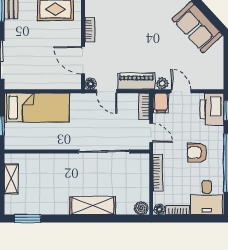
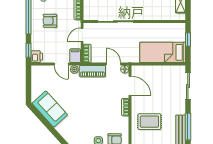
printer: (212, 109) -> (37, 57), width x0.53, depth x0.68
door: (151, 133) -> (82, 35), hinge flipped
armchair: (197, 153) -> (50, 21), turned 180

